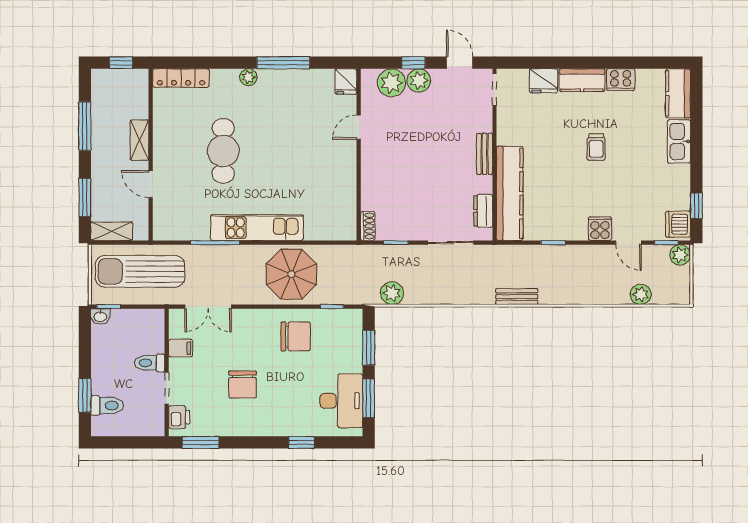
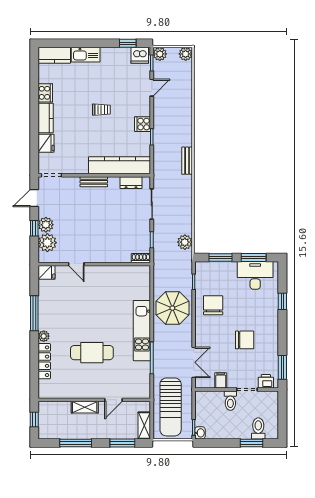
locker: (181, 78) -> (44, 361), moved
trolley: (596, 147) -> (101, 110), moved
cooker: (600, 229) -> (143, 124), moved
plant: (641, 294) -> (186, 54), moved

